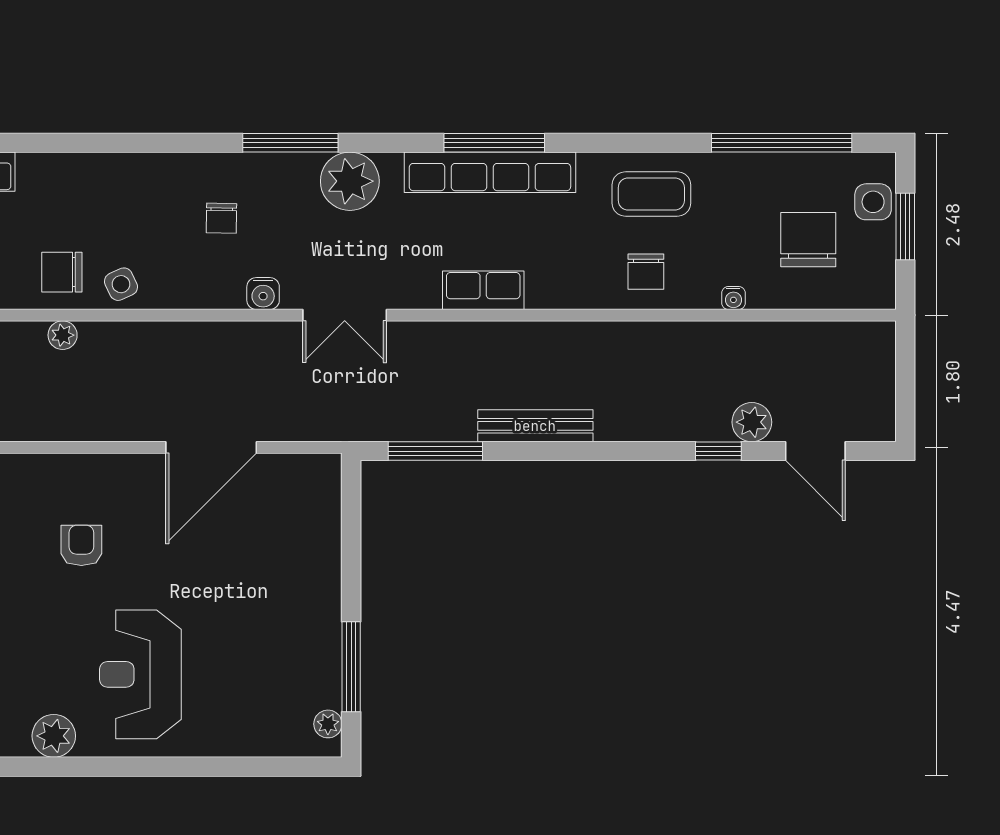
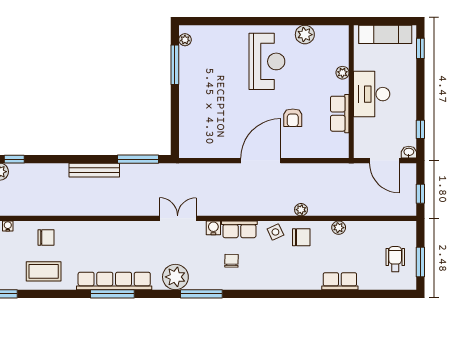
chair: (646, 272) -> (46, 237), turned 90
row of seats: (483, 290) -> (239, 229), moved
door: (211, 447) -> (261, 161), moved

